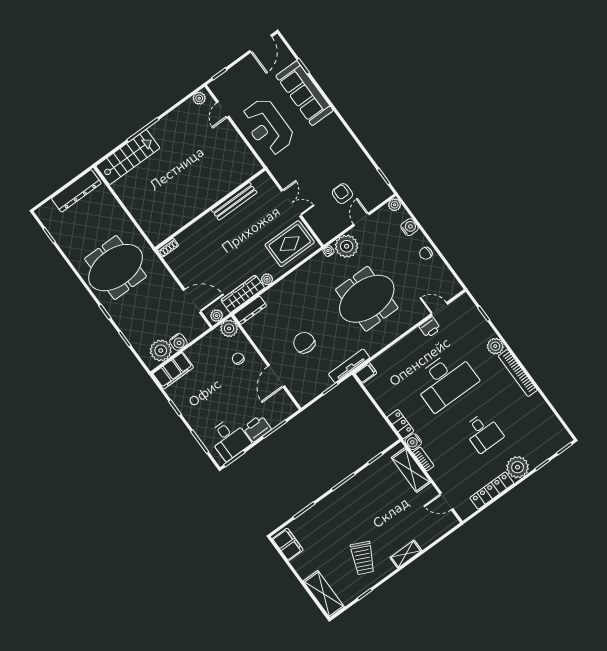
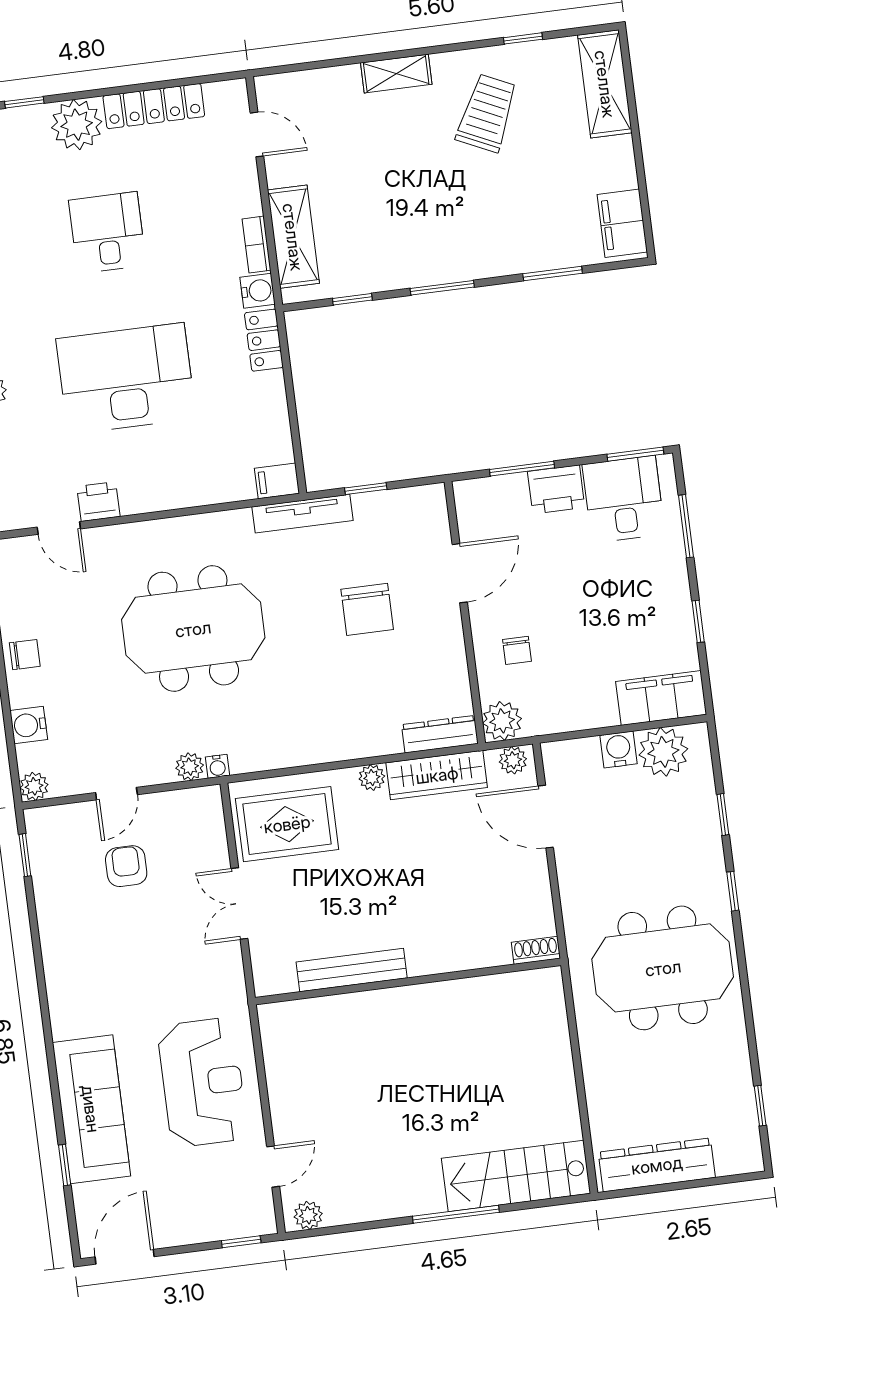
armchair: (342, 194) -> (126, 866), turned 180
plant: (347, 246) -> (190, 767), width x0.53, depth x0.53

